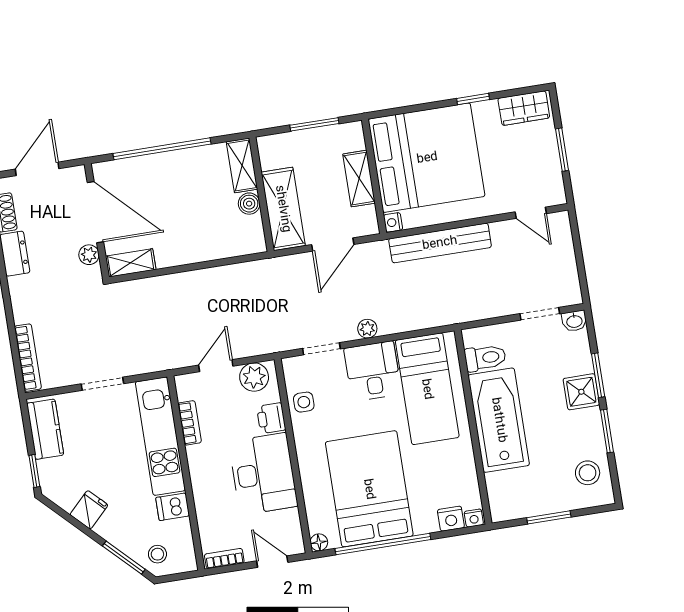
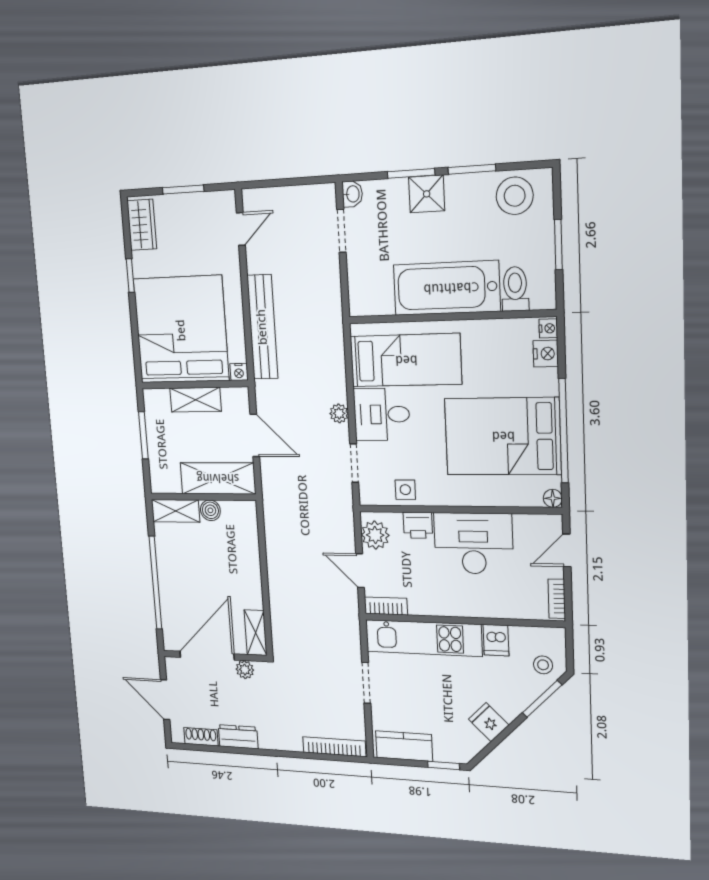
toilet: (485, 358) -> (515, 289), moved
bookcase: (190, 423) -> (386, 606), moved
stool: (588, 473) -> (515, 196), width x1.38, depth x1.38

